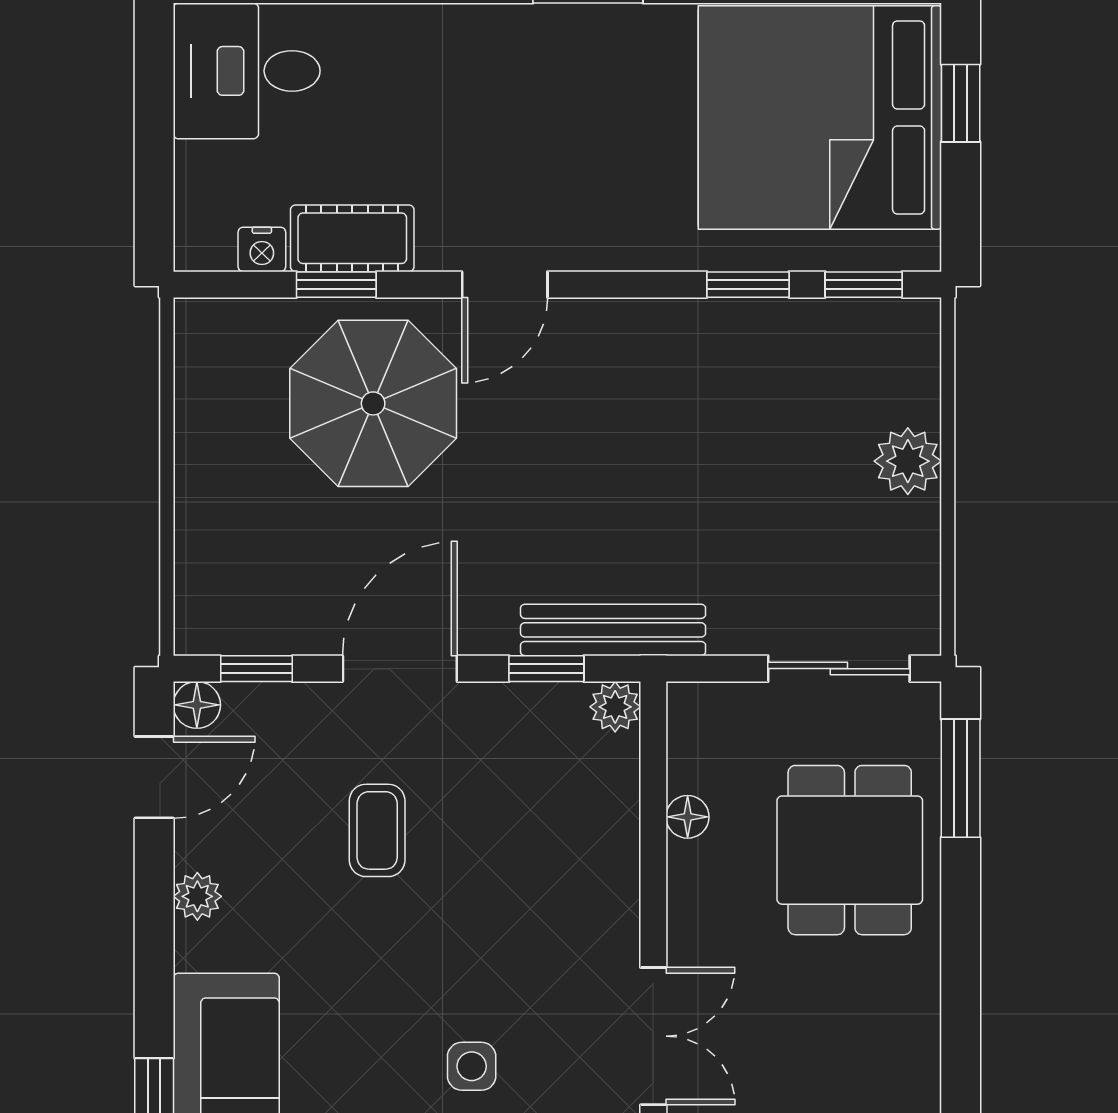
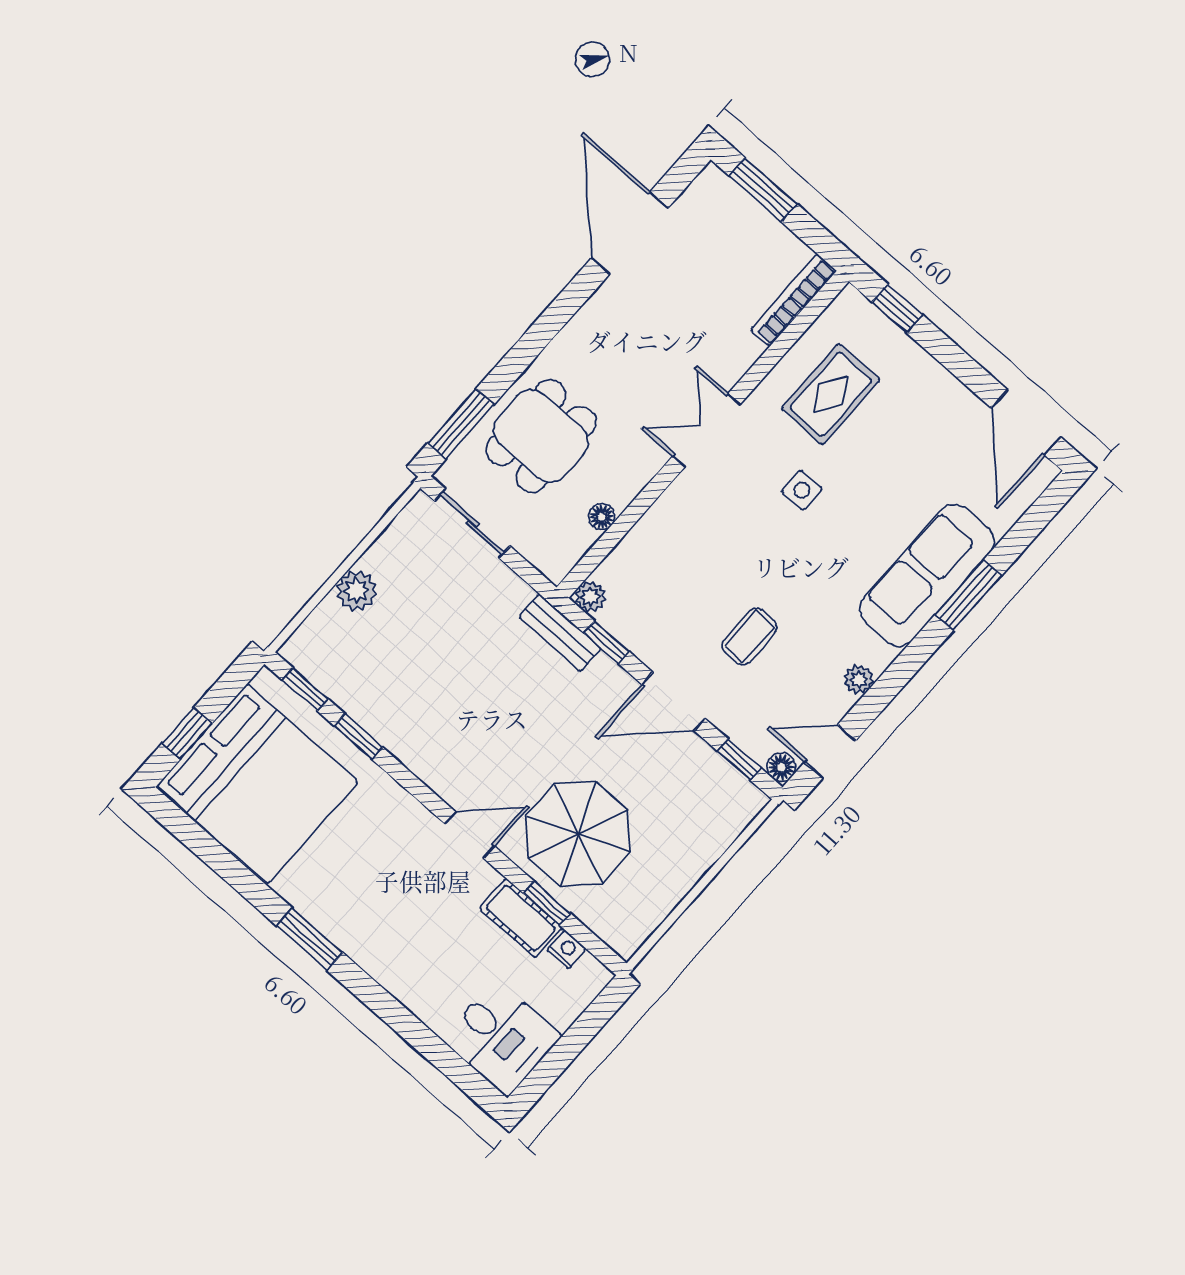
bench: (613, 630) -> (560, 633), width x0.73

